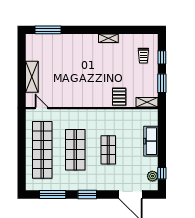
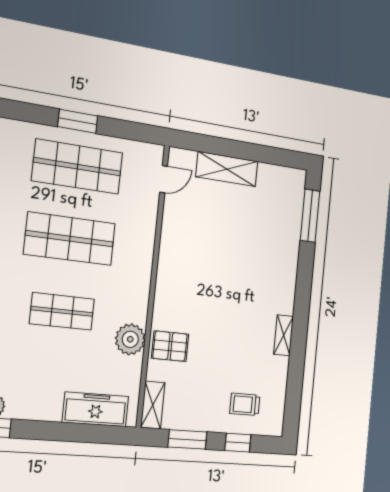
plant: (118, 116) -> (130, 339), added
freezer: (151, 141) -> (96, 409), moved
shop shelf: (42, 150) -> (77, 167), width x0.71
window: (22, 152) -> (78, 121), added

